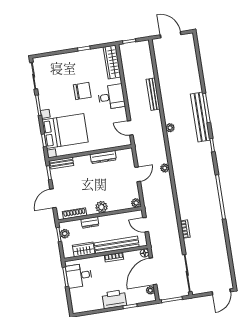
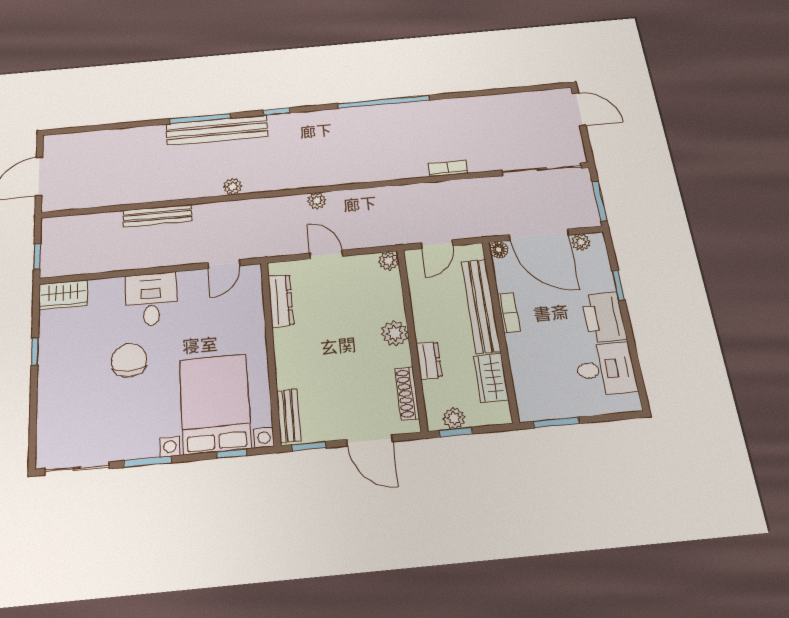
wardrobe: (112, 62) -> (63, 295), width x0.67
dresser: (103, 157) -> (281, 301), moved
desk: (79, 276) -> (606, 369), moved, turned -90

